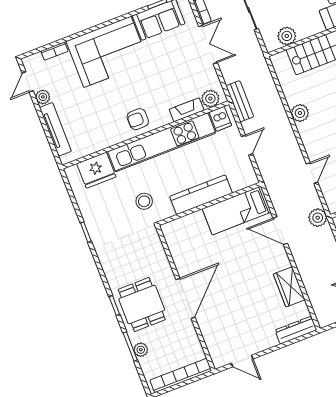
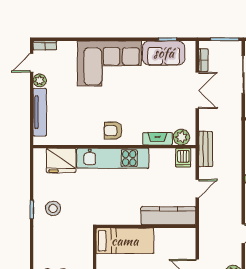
bookcase: (55, 51) -> (45, 45), moved
kitchen unit: (162, 142) -> (113, 158), width x0.73
kitchen counter: (201, 195) -> (168, 216), moved
stool: (144, 201) -> (53, 208), moved
bed: (237, 210) -> (125, 241), moved, turned 180

